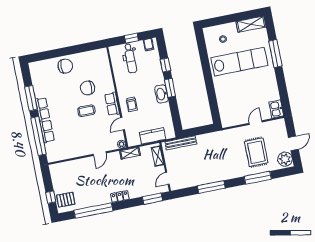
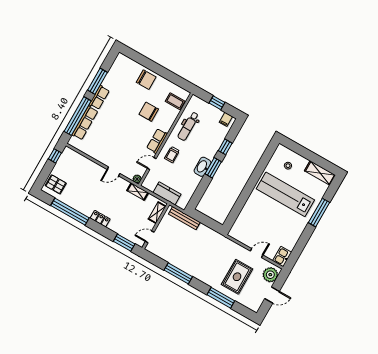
dental chair: (130, 58) -> (188, 126), moved
lab bench: (239, 62) -> (285, 194), turned 180
coffee table: (86, 111) -> (175, 101), moved
row of seats: (47, 131) -> (85, 123), width x1.48
plant: (285, 159) -> (270, 275), moved
window: (51, 197) -> (55, 156), moved

